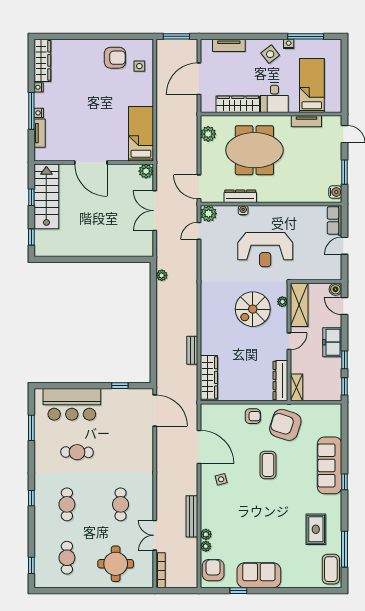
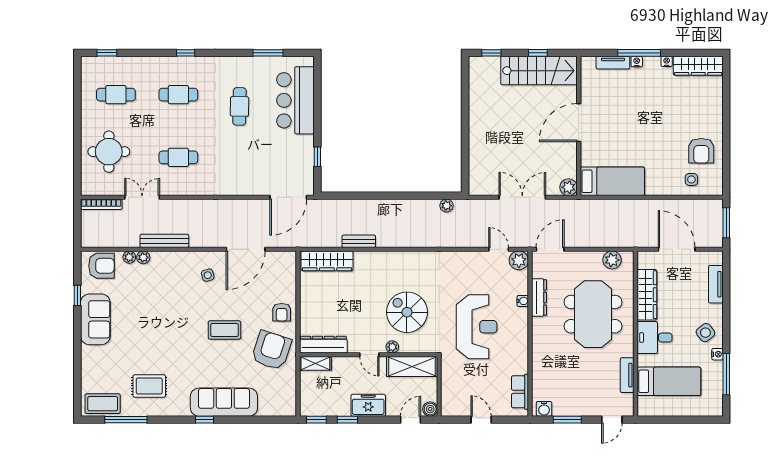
row of seats: (335, 220) -> (520, 392), moved, turned -90
reception desk: (265, 250) -> (477, 327), turned 180
plant: (282, 302) -> (392, 347), moved

